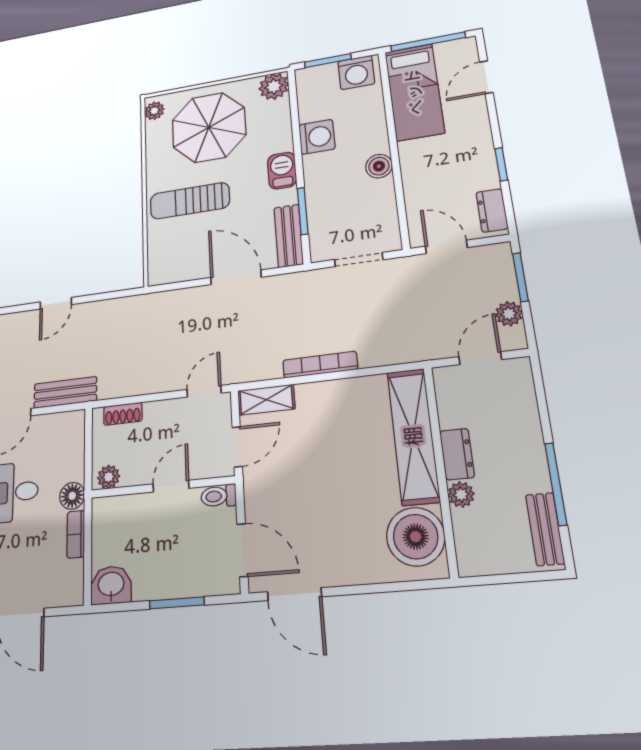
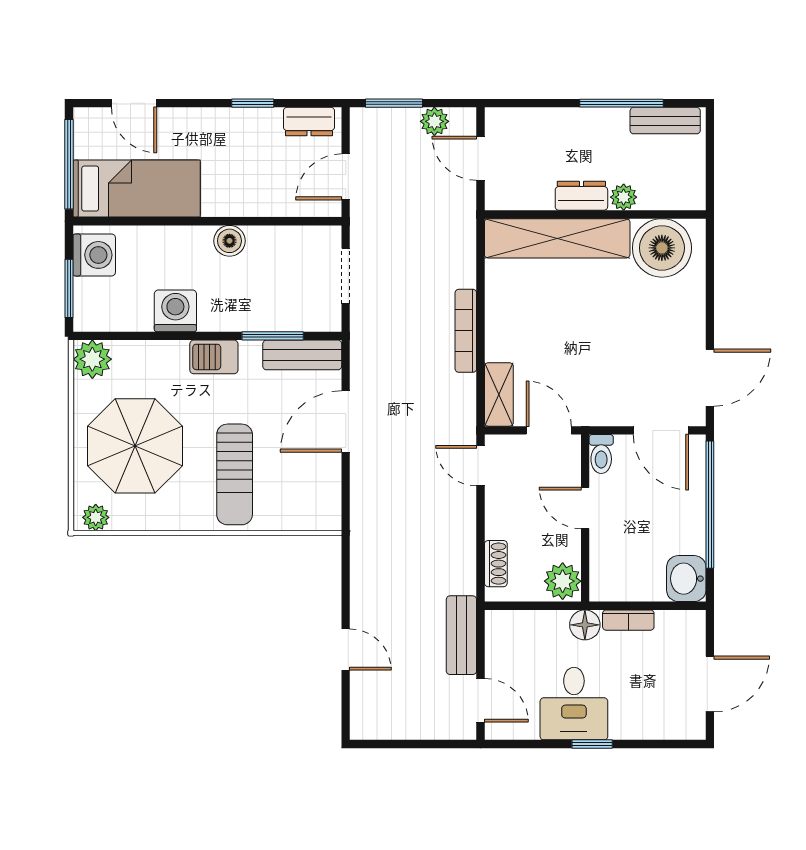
plant: (109, 477) -> (563, 581), width x1.38, depth x1.38
door: (242, 550) -> (661, 430), swing flipped
window: (177, 603) -> (710, 505), width x2.11

